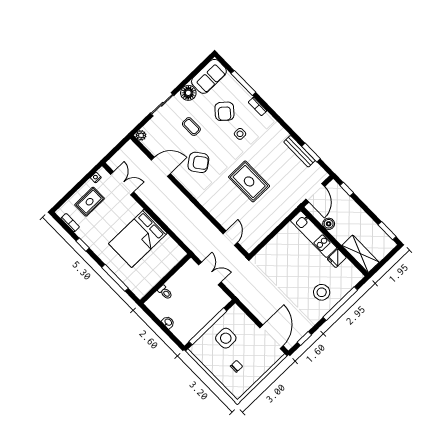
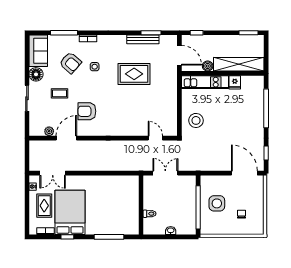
plant: (141, 135) -> (49, 131), moved
armchair: (198, 162) -> (87, 111), turned -143
rug: (249, 181) -> (134, 74), moved
double door: (122, 183) -> (53, 173), swing flipped
bed: (138, 238) -> (70, 212), moved, turned 180
shelving: (360, 254) -> (239, 64), width x1.47
stool: (322, 292) -> (196, 120), moved

